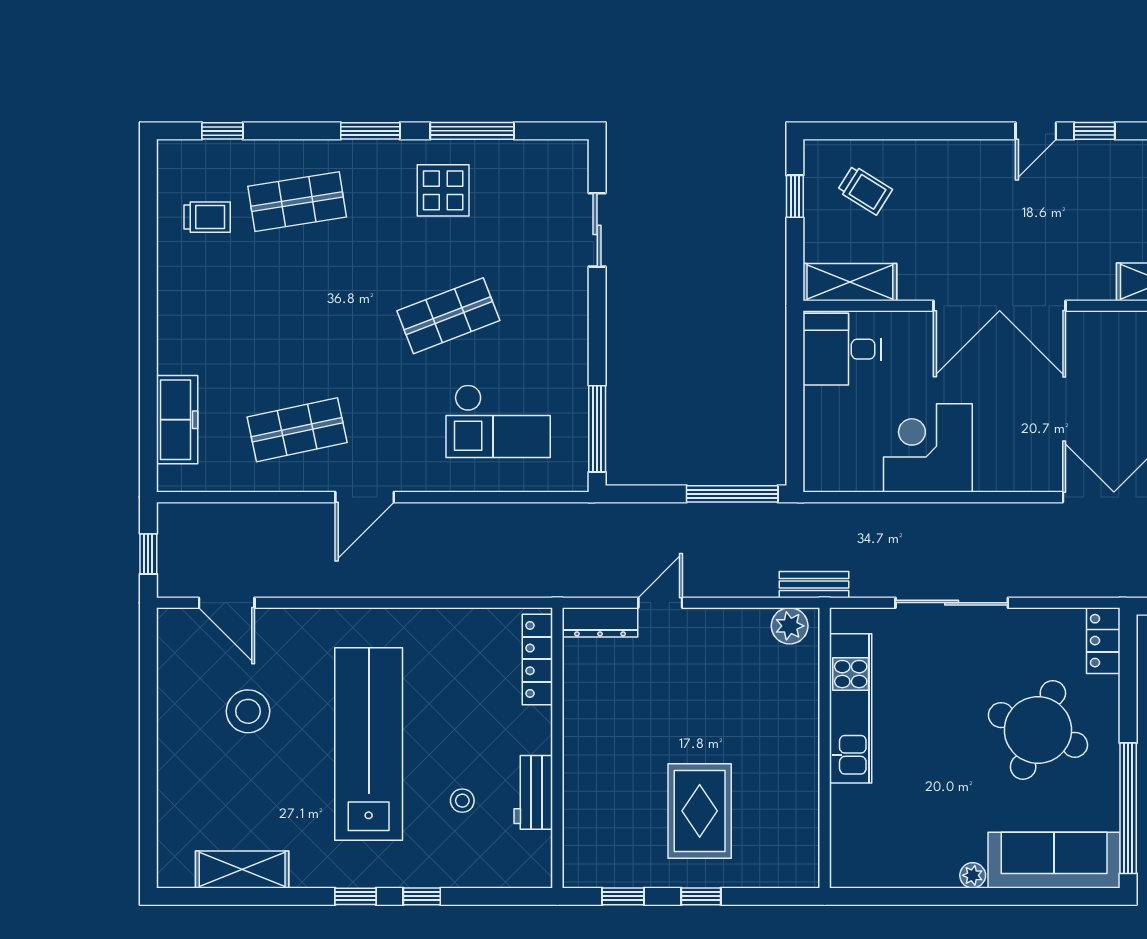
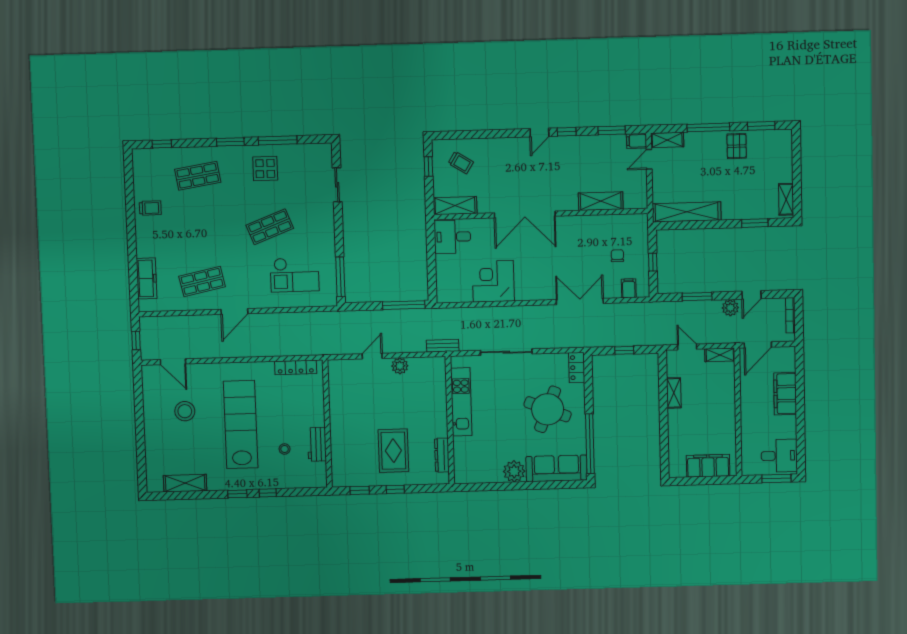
trolley: (207, 217) -> (150, 208), moved
dresser: (600, 622) -> (442, 455), moved, turned 90
plant: (790, 626) -> (400, 366), moved
locker: (537, 659) -> (296, 367), moved, turned -90
plant: (973, 875) -> (514, 471), width x1.87, depth x1.87

